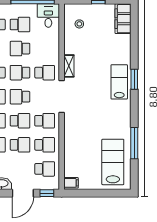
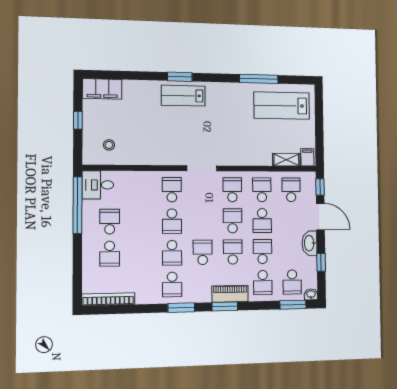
school desk: (20, 49) -> (141, 221), removed
shelving: (69, 66) -> (286, 160), moved
doorway: (62, 96) -> (202, 168), width x0.73
school desk: (20, 97) -> (202, 221), removed
school desk: (20, 145) -> (262, 221), turned 180

